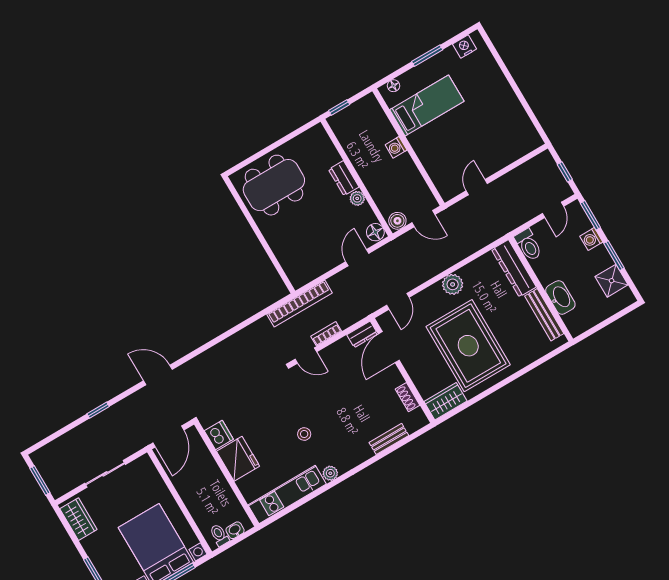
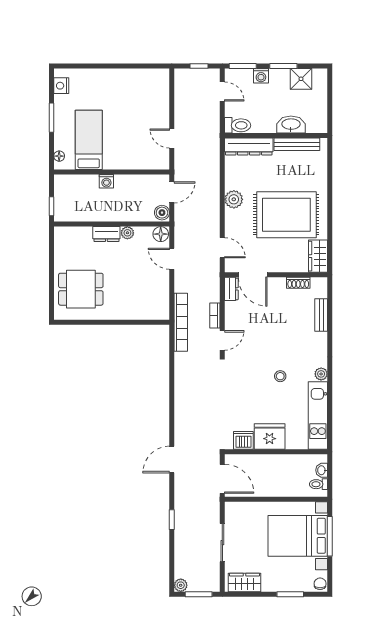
dining table: (274, 185) -> (81, 289), width x0.73
plant: (38, 457) -> (181, 585), added

